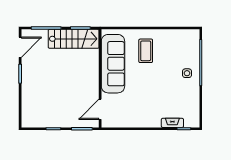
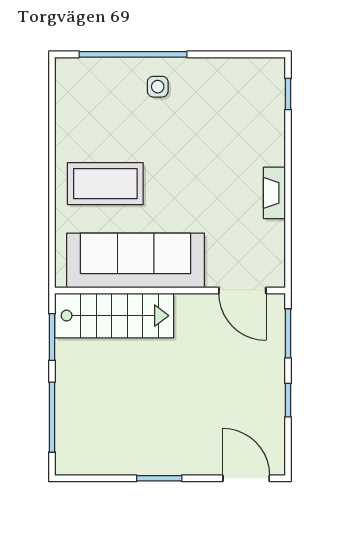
stairs: (74, 39) -> (114, 316), moved, turned 90
door: (20, 47) -> (246, 478), moved
coffee table: (146, 51) -> (105, 184), width x1.36, depth x1.32
fireplace: (172, 123) -> (274, 193), moved

